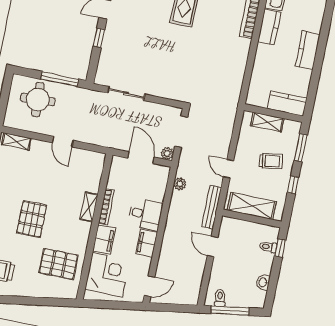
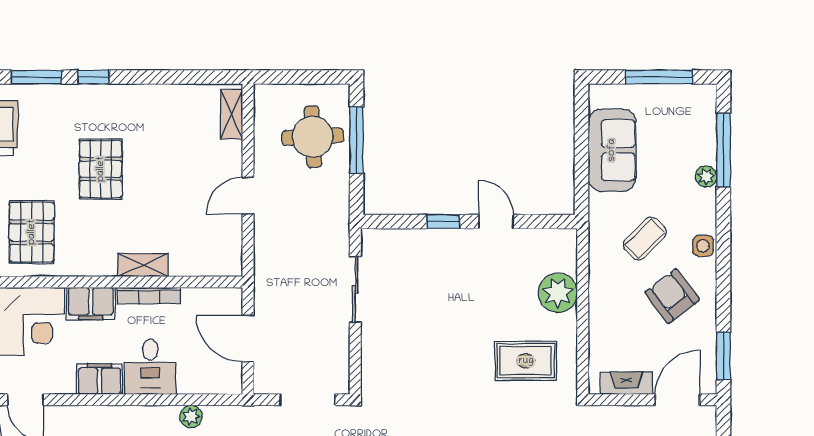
window: (60, 79) -> (356, 140), moved
plant: (167, 154) -> (265, 383), removed
door: (141, 158) -> (248, 338), swing flipped
plant: (180, 184) -> (191, 416), moved
pallet: (32, 219) -> (101, 169), turned 90

